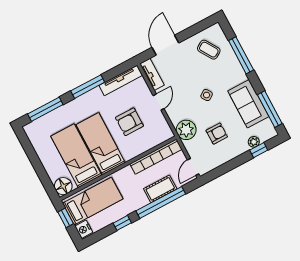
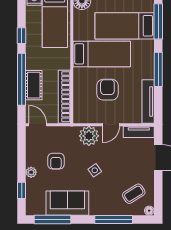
floor lamp: (216, 28) -> (149, 211), added
door: (159, 102) -> (111, 125), hinge flipped
plant: (186, 130) -> (89, 136), moved
plant: (254, 142) -> (31, 172), moved
bed: (76, 156) -> (125, 26), moved, turned 180

